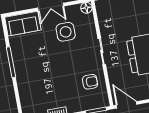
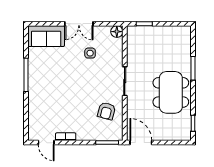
side table: (66, 32) -> (90, 53), width x0.54, depth x0.54
armchair: (90, 82) -> (106, 111), turned 105

